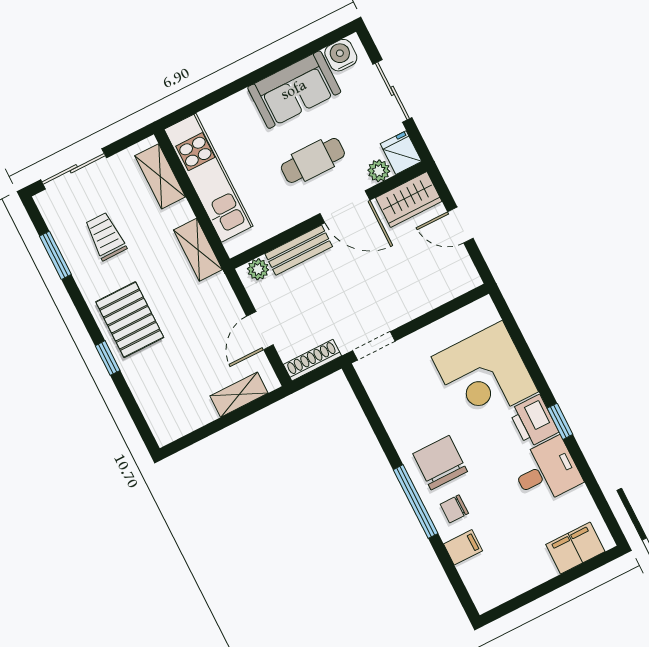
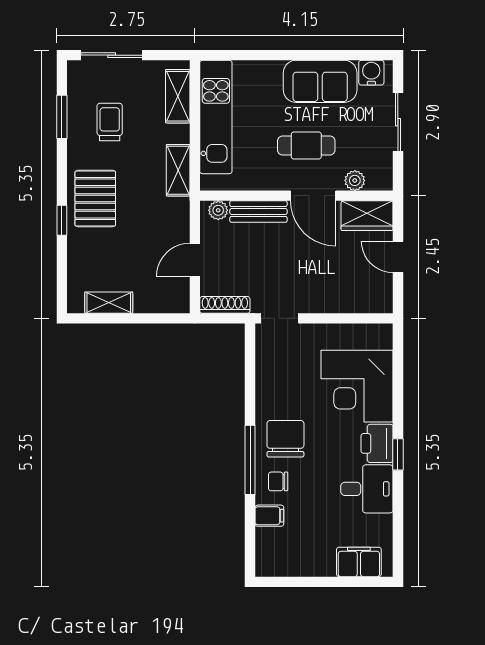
fridge: (401, 153) -> (380, 175), removed
shelving: (239, 395) -> (109, 303), moved

